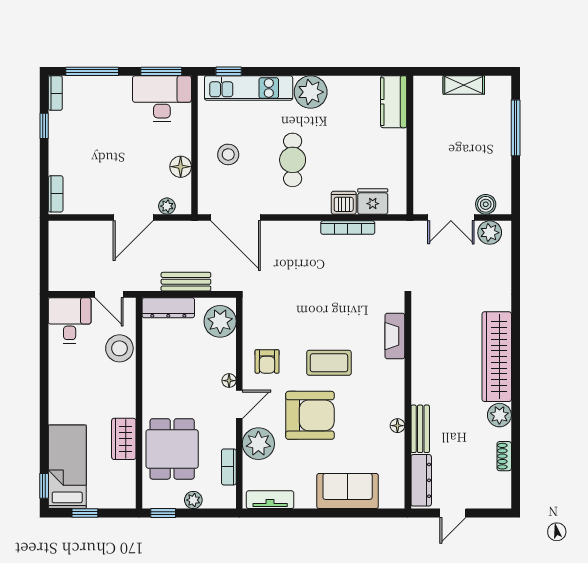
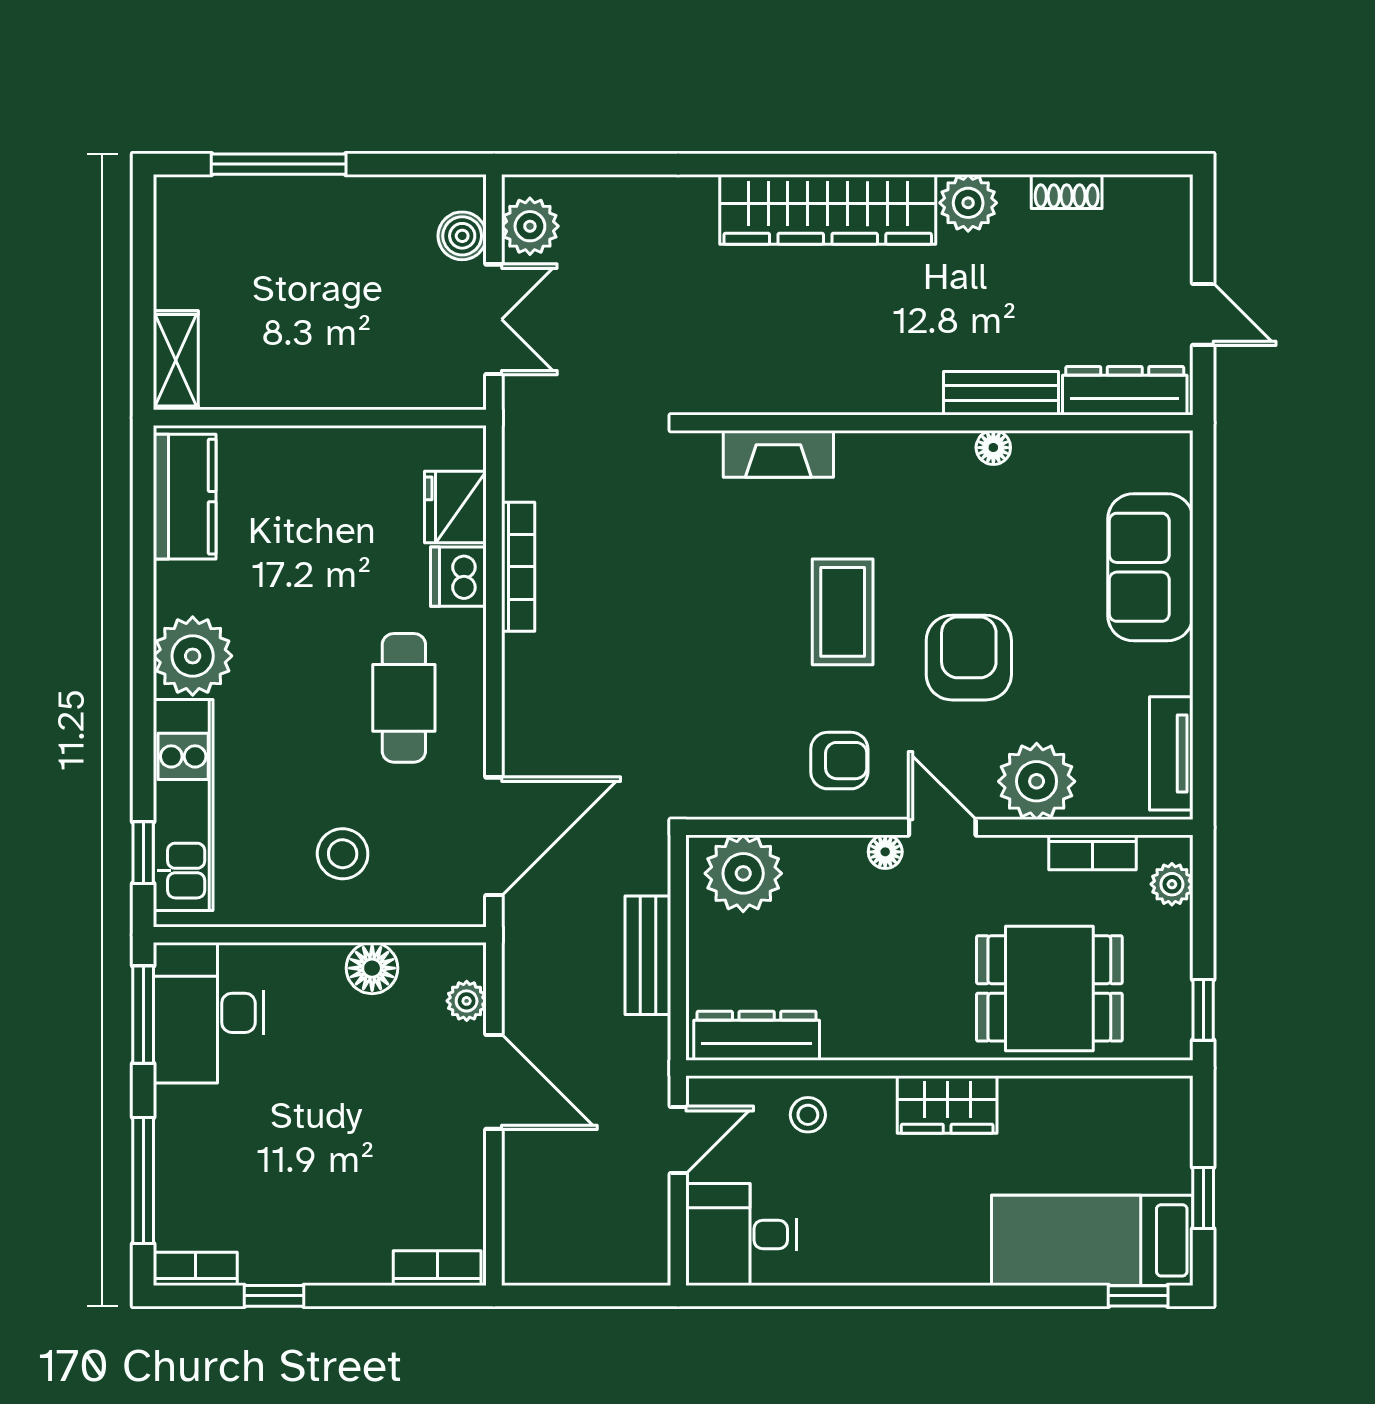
shelving: (464, 85) -> (176, 360), moved
kitchen counter: (394, 102) -> (185, 497), moved, turned -90
cafe table: (293, 160) -> (404, 698), moved, turned 90
dresser: (168, 308) -> (757, 1036), moved, turned -90
stool: (119, 348) -> (808, 1115), width x0.53, depth x0.53
armchair: (310, 415) -> (969, 658), width x0.73, depth x0.73
wardrobe: (124, 439) -> (947, 1104), moved
plant: (193, 500) -> (1172, 884), moved

